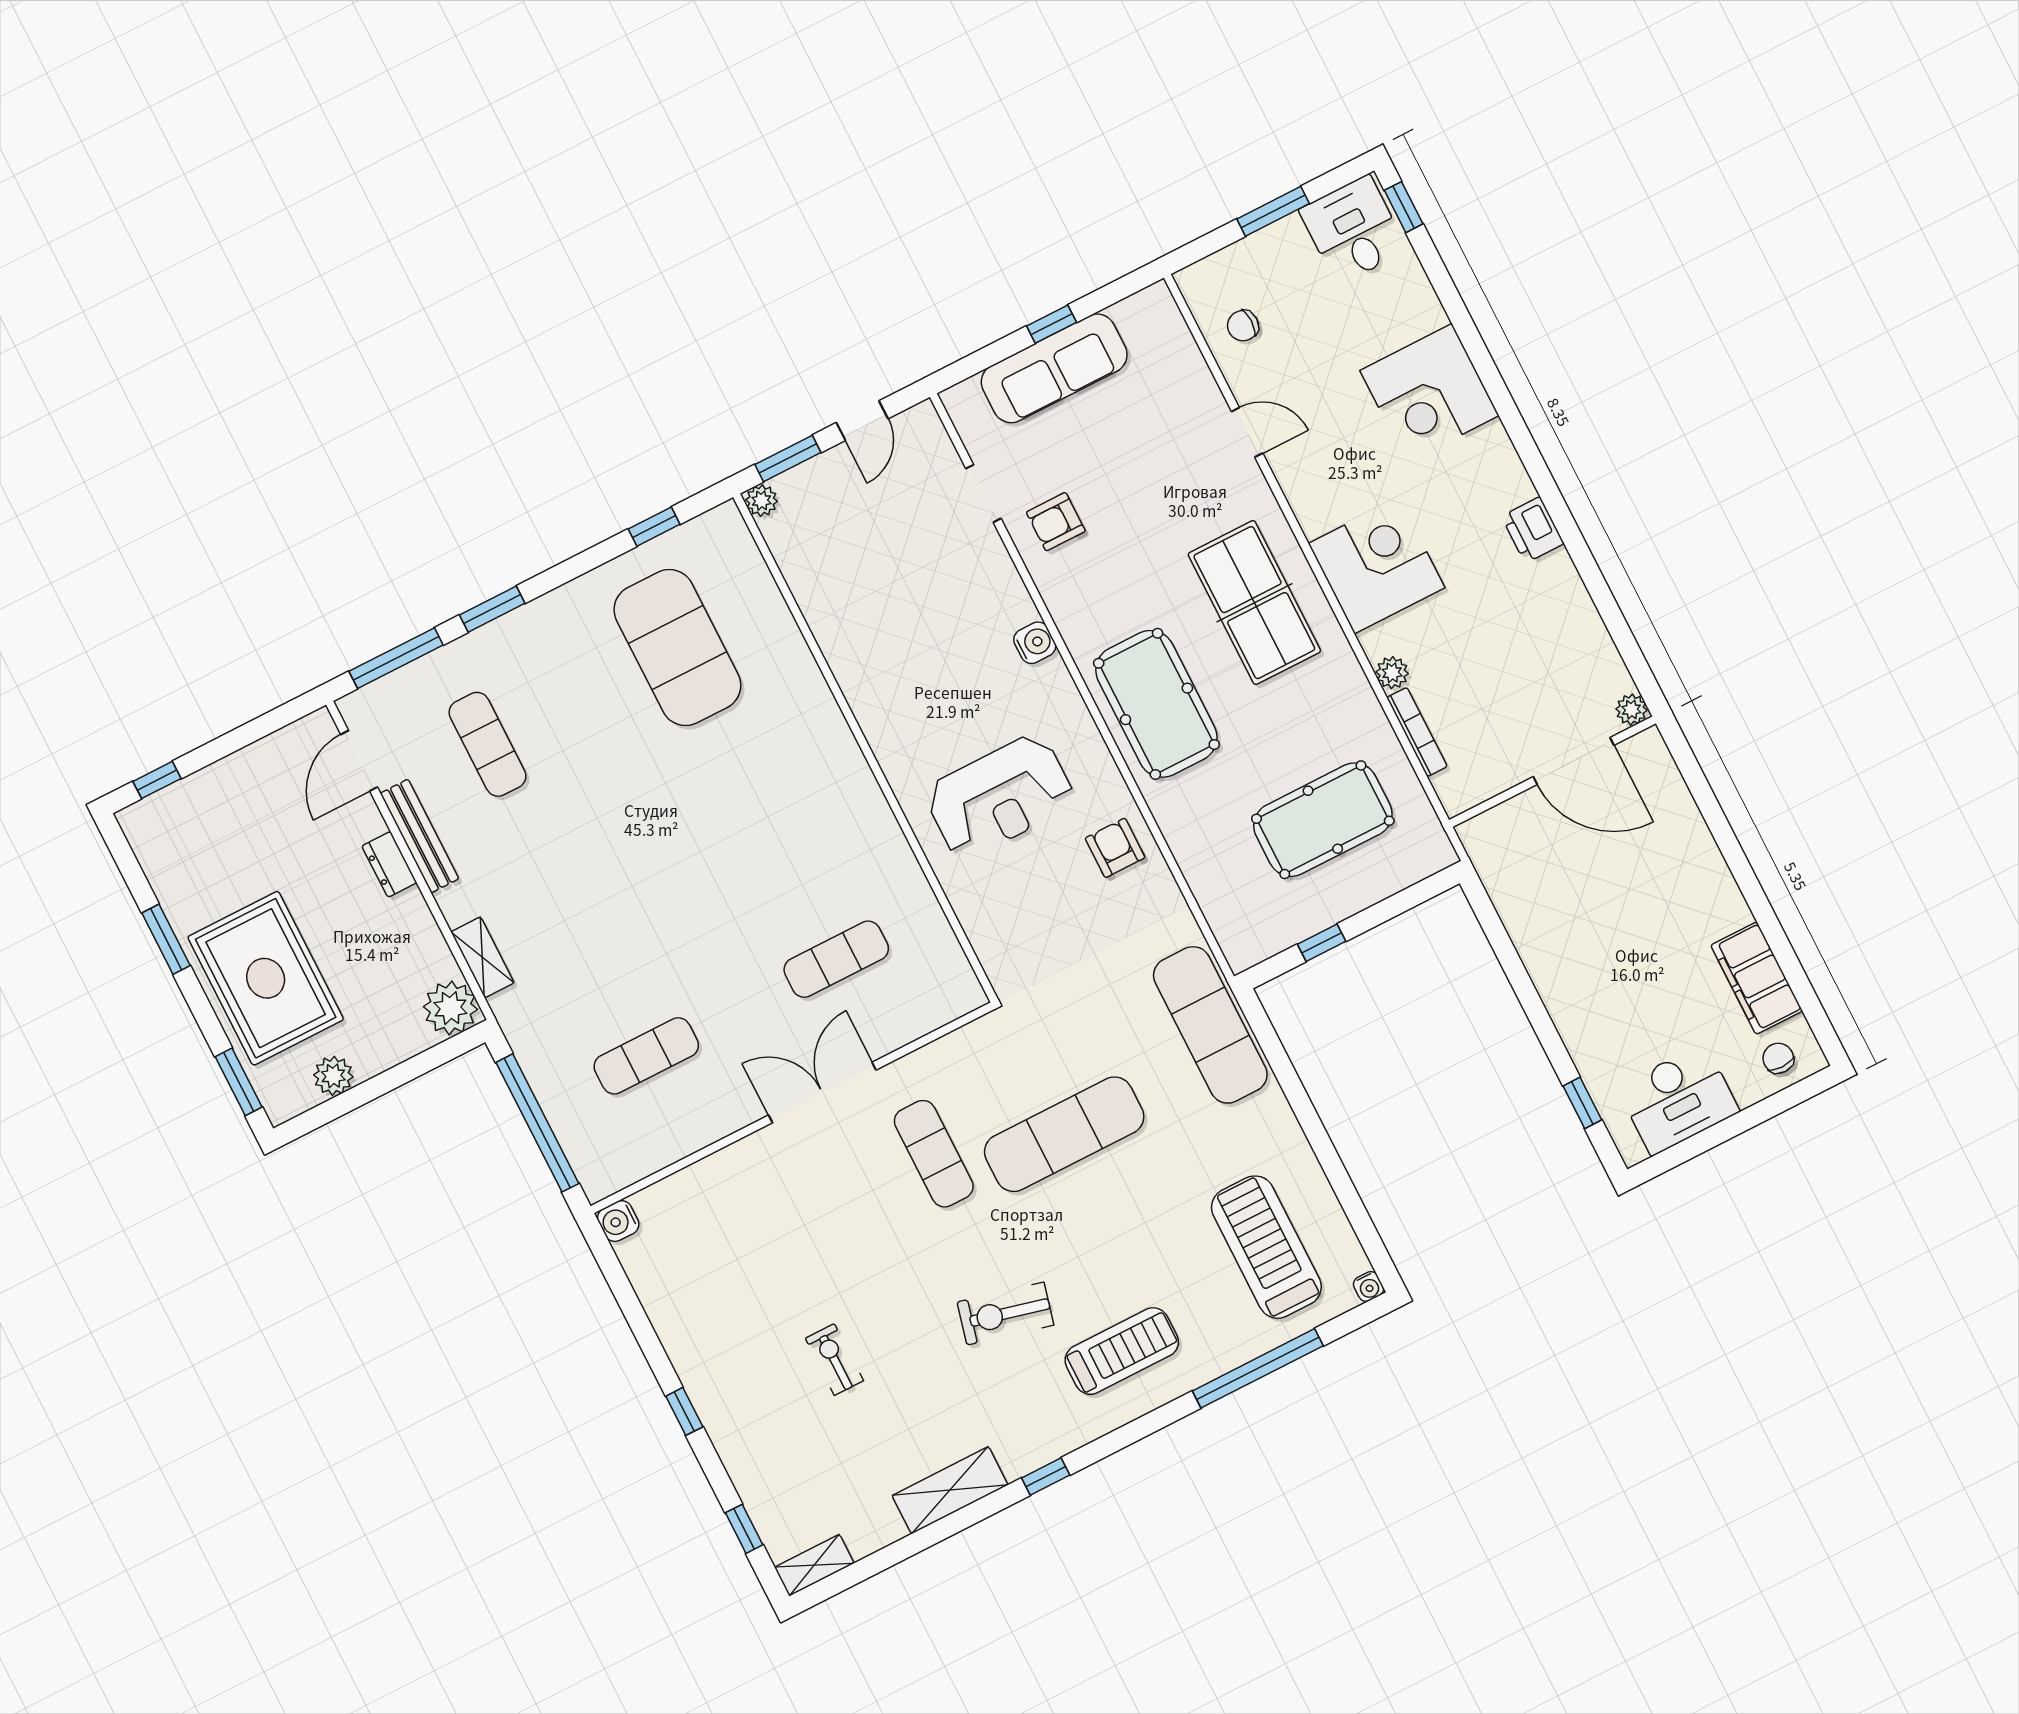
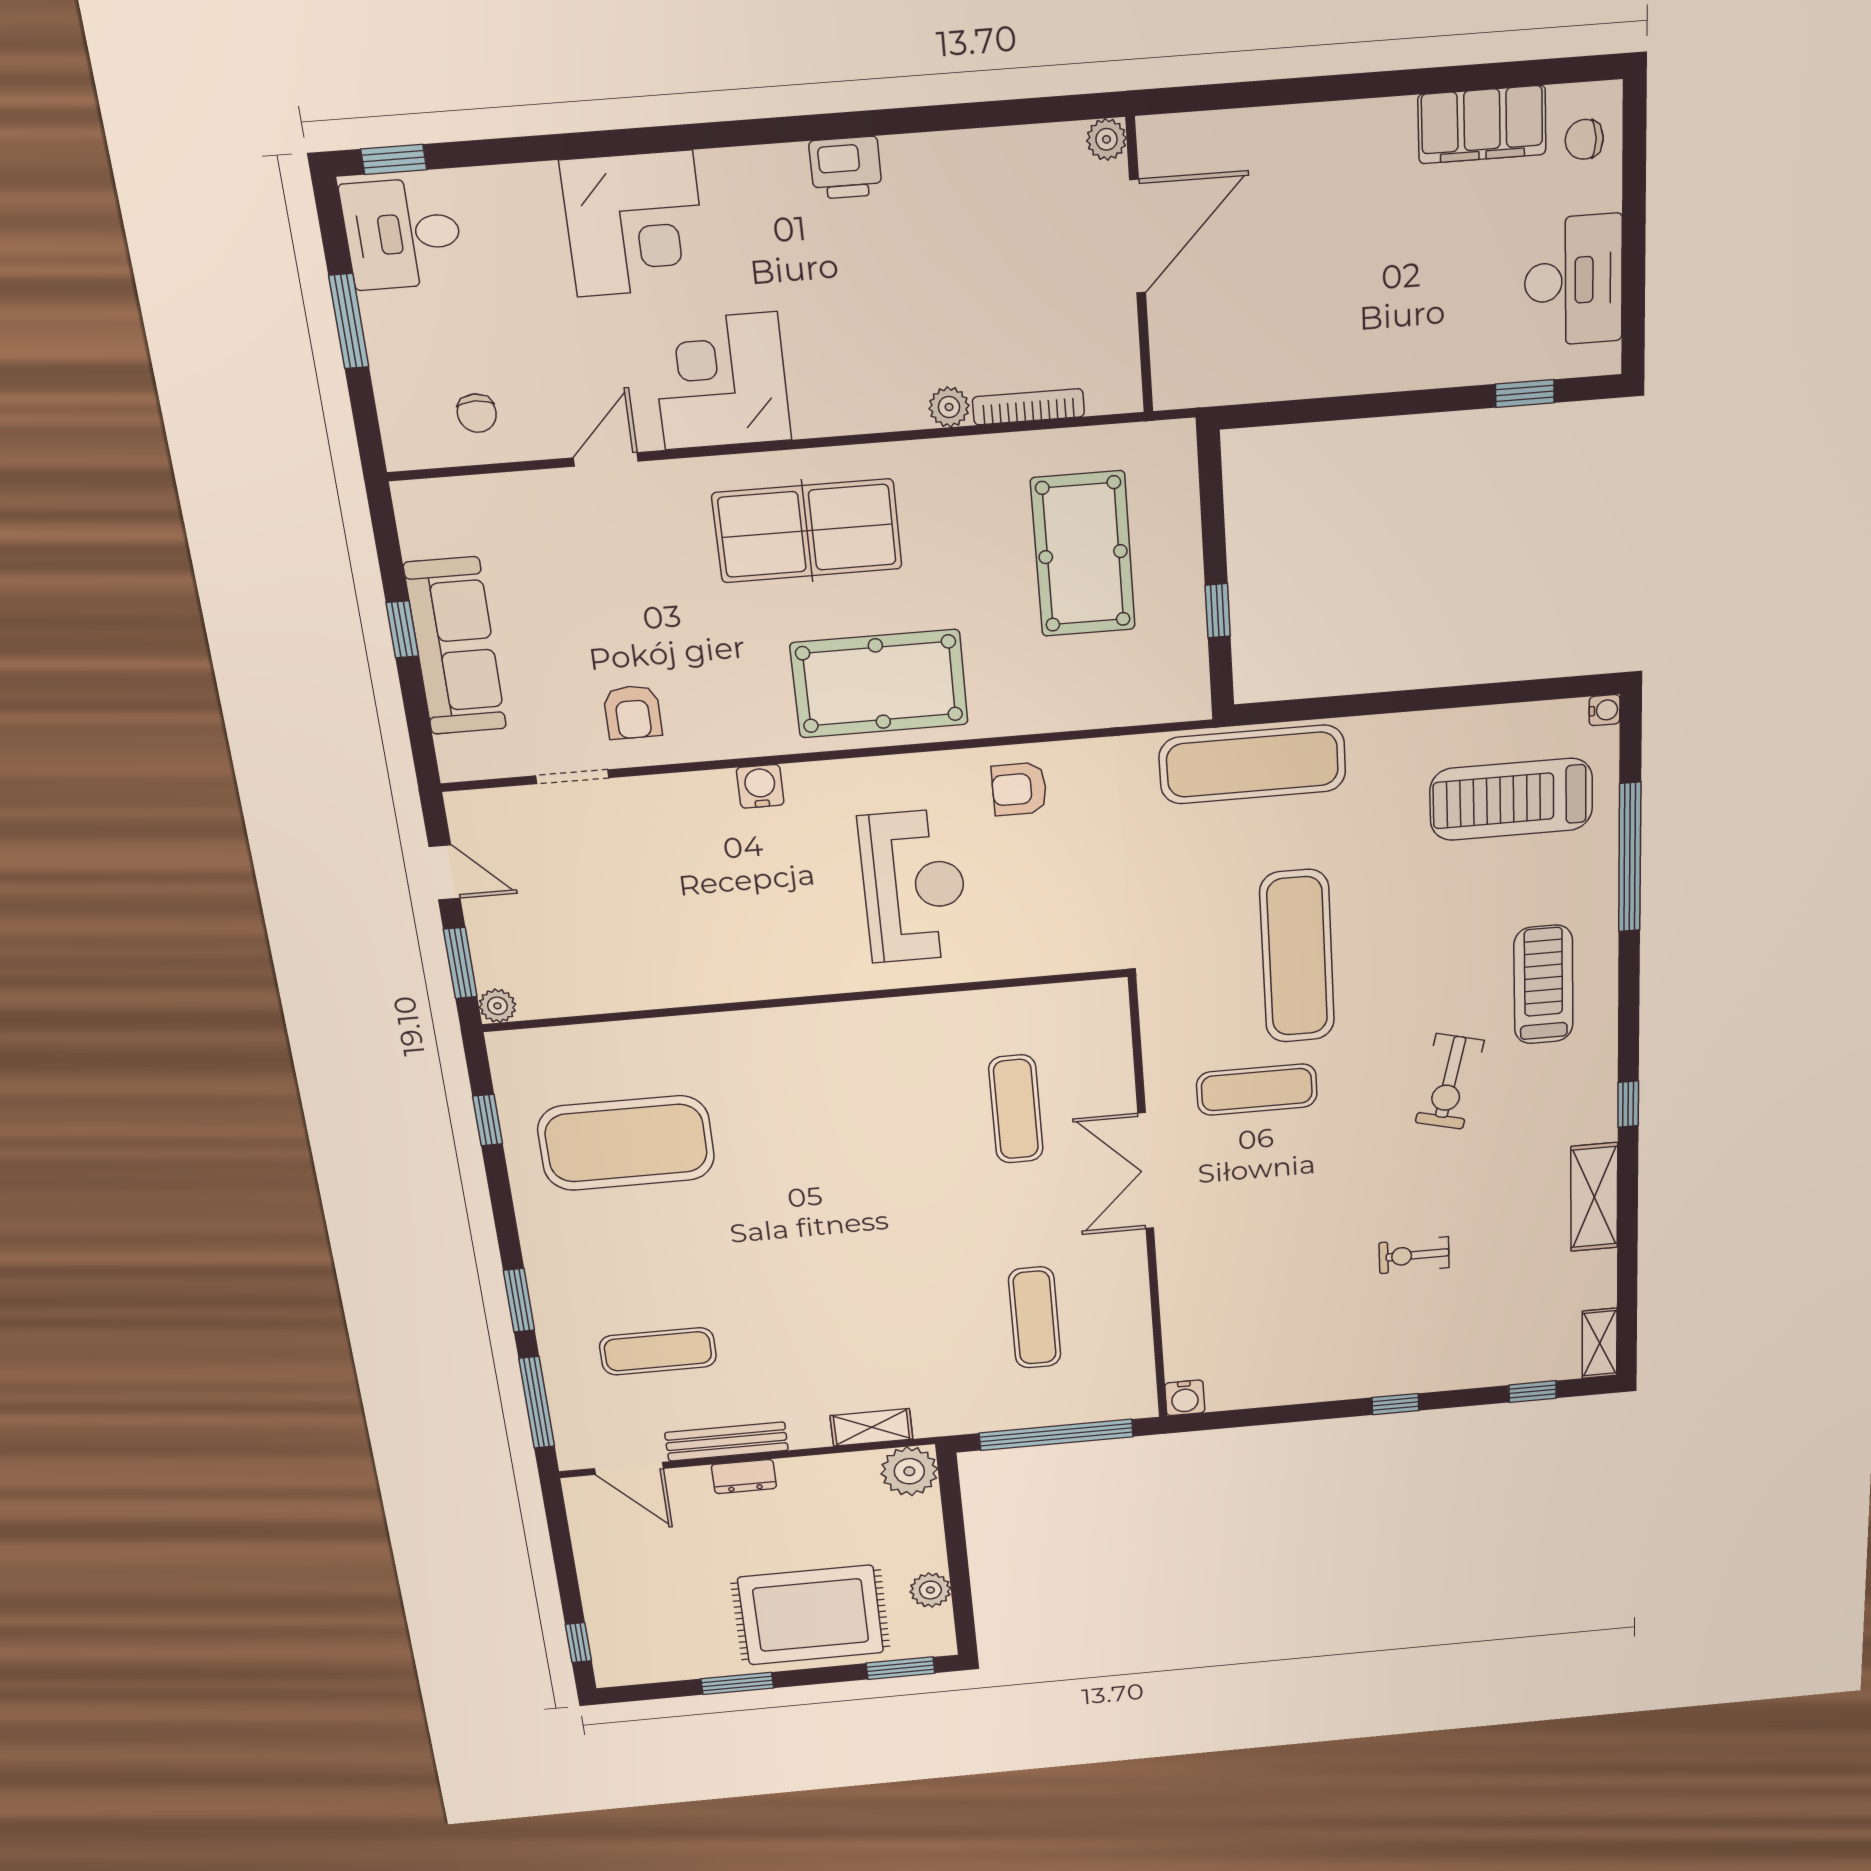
corner desk: (1377, 566) -> (721, 381), moved

